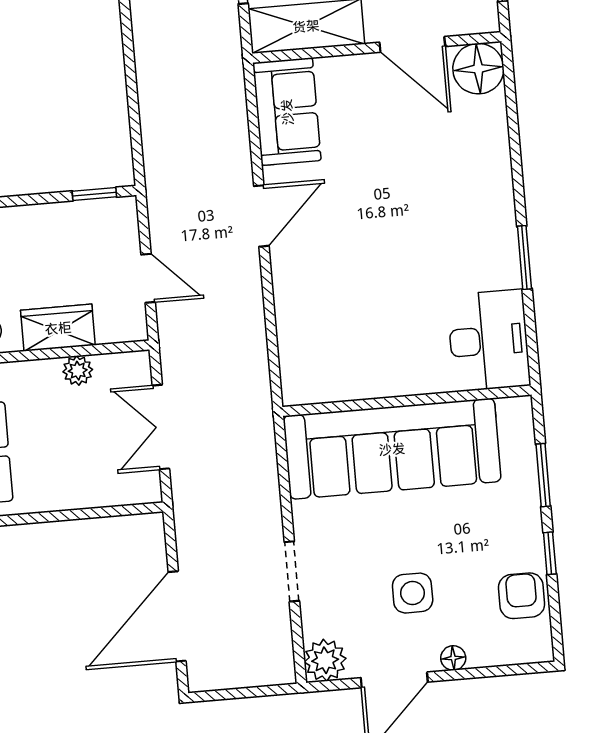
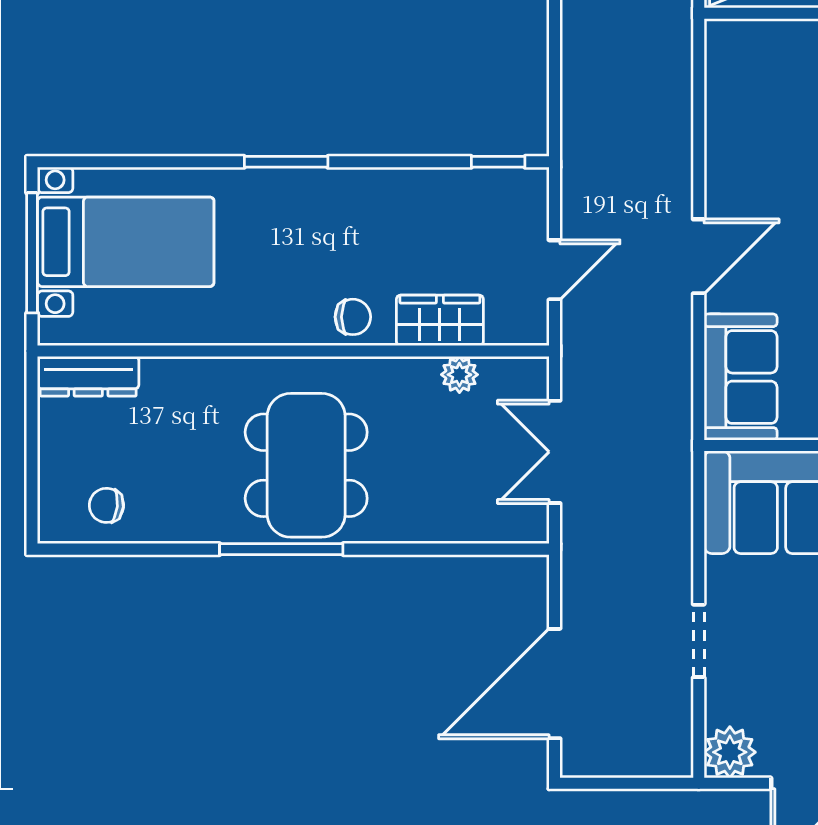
sofa: (287, 112) -> (741, 377), moved
door: (261, 216) -> (699, 256), moved
door: (148, 278) -> (555, 270), hinge flipped

